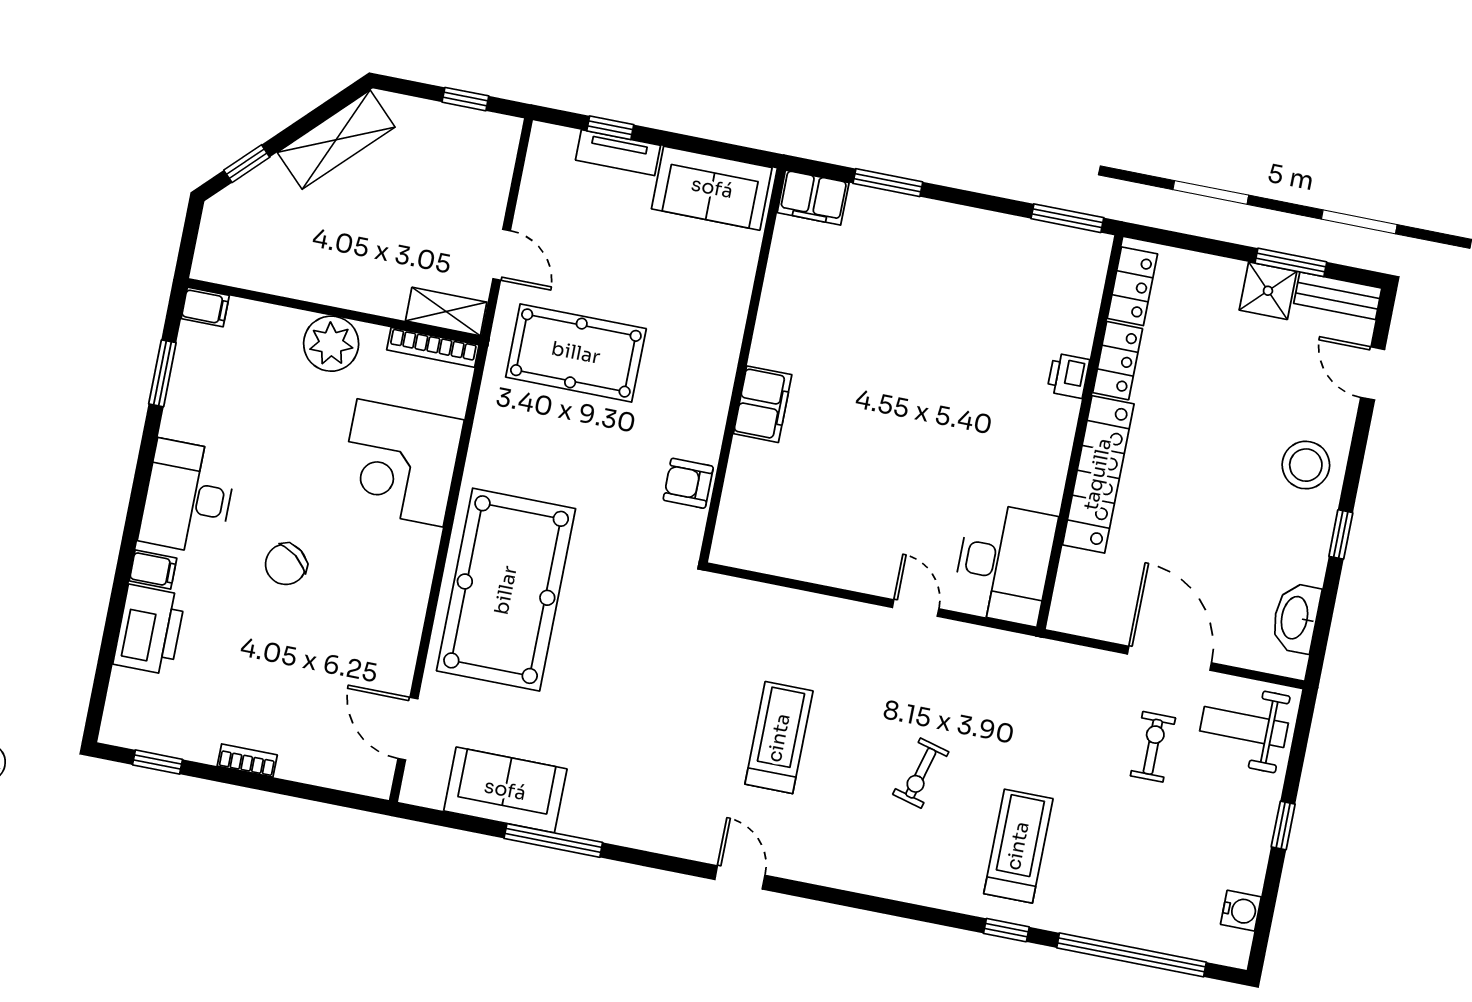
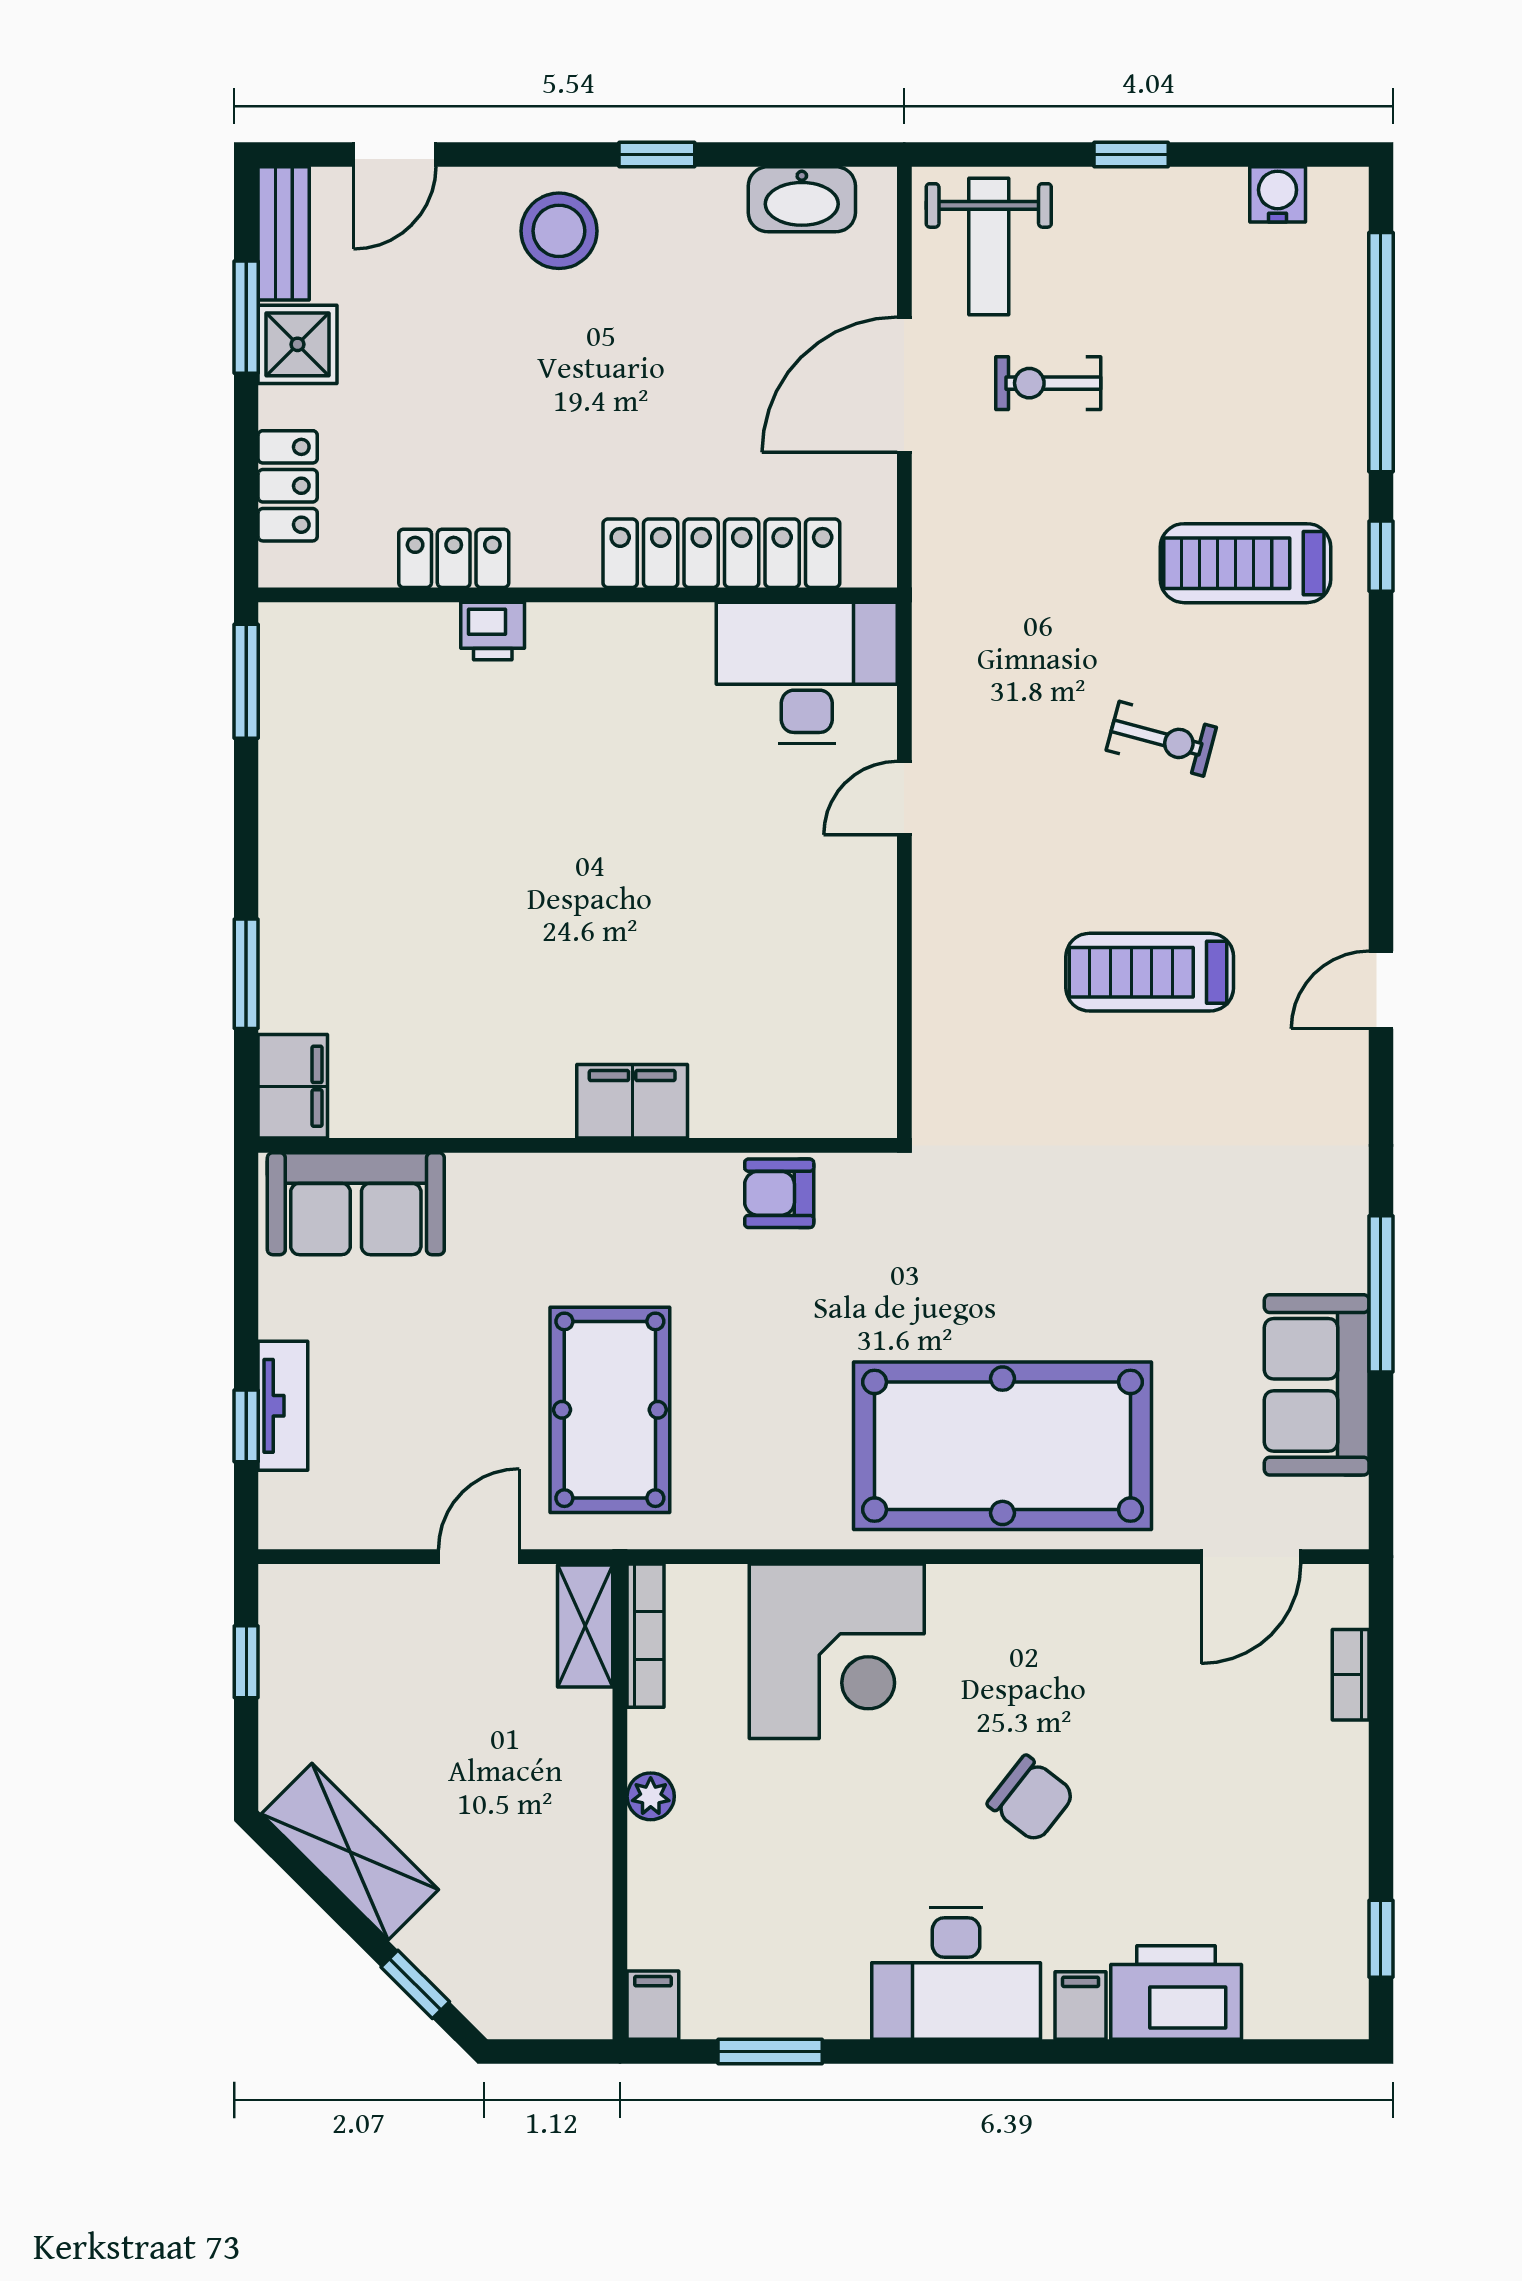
sofa: (712, 188) -> (356, 1204), moved, turned 90
locker: (1132, 286) -> (288, 486), moved, turned 90
plant: (331, 344) -> (651, 1796), width x0.53, depth x0.53
locker: (1098, 474) -> (721, 553), moved
armchair: (688, 483) -> (779, 1193), turned 90
bookcase: (247, 761) -> (1351, 1675), moved

